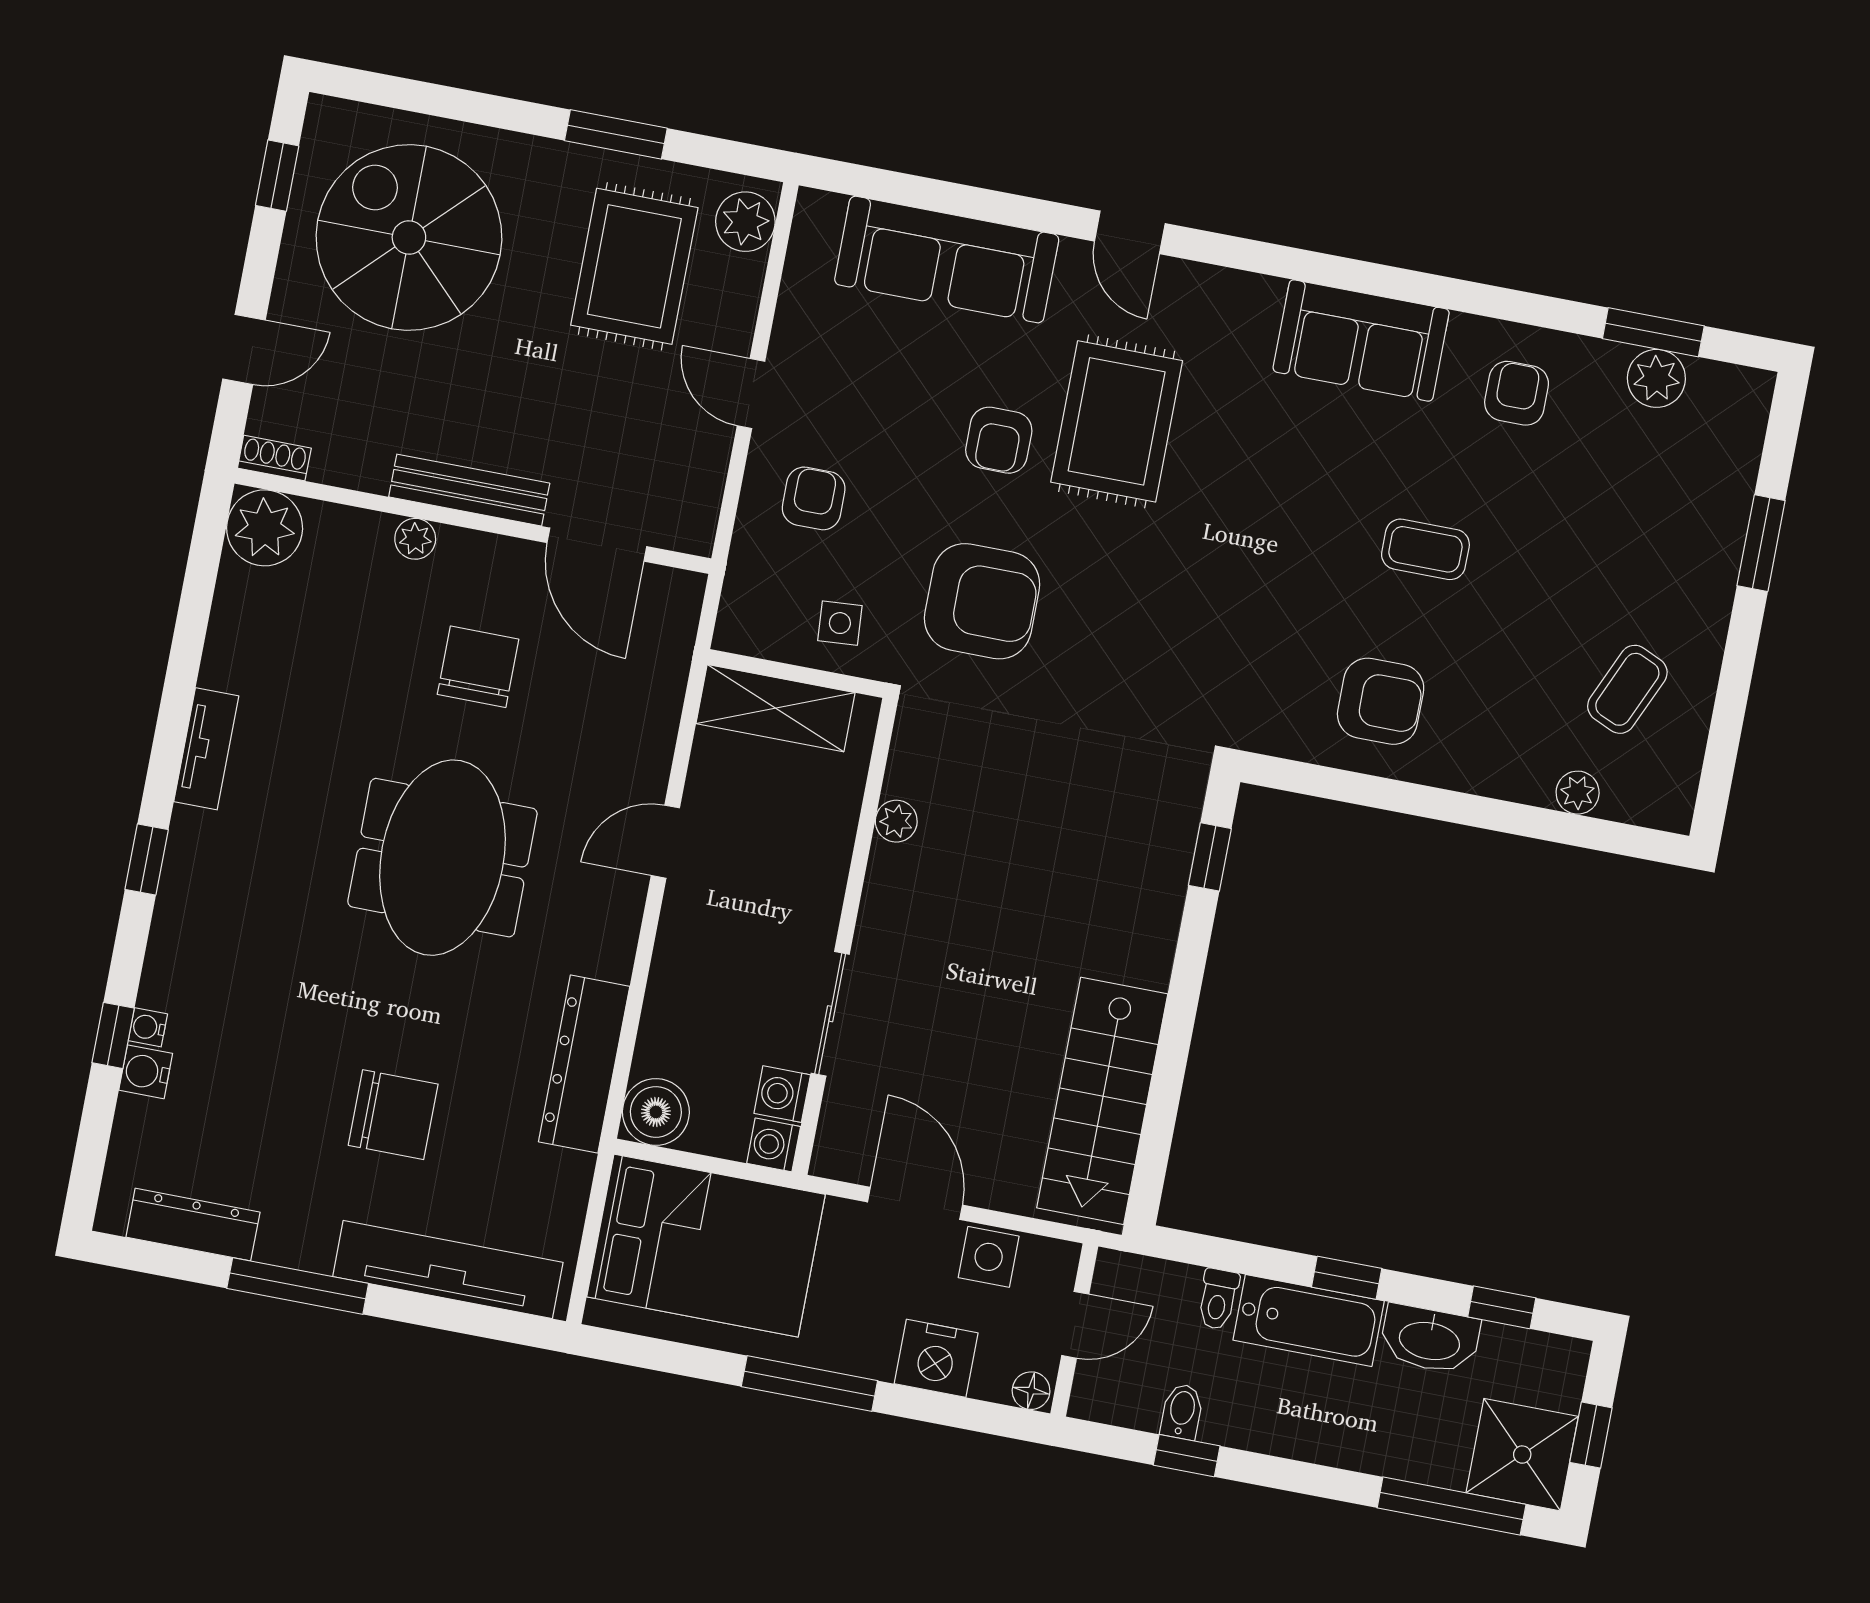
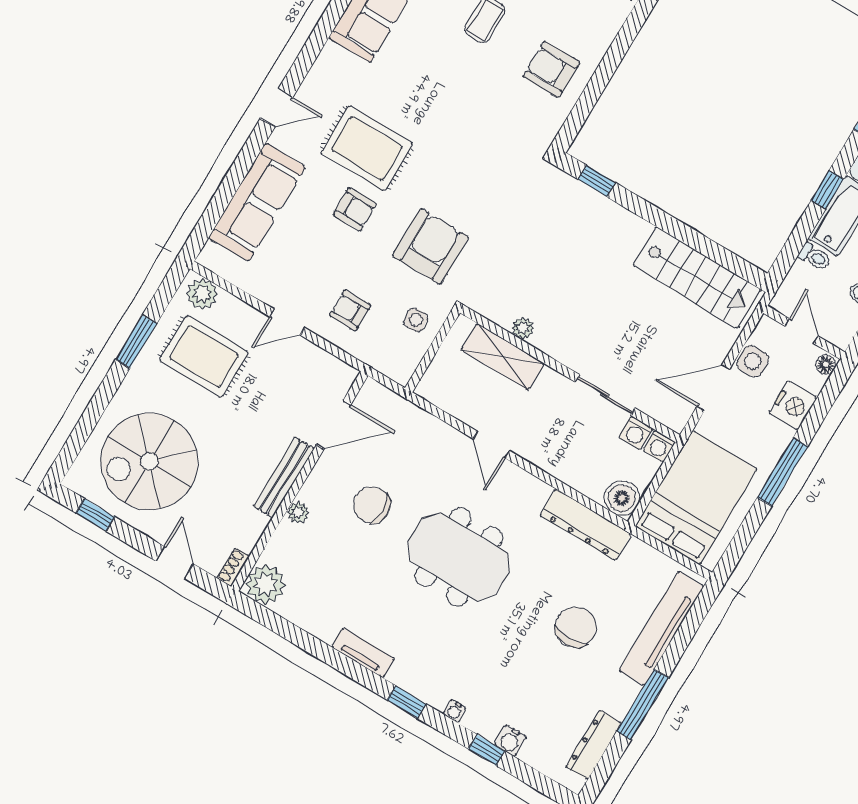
armchair: (1381, 701) -> (551, 69), turned -90
shelving: (776, 708) -> (503, 357), moved, turned 90
water cooler: (148, 1027) -> (455, 711), moved

